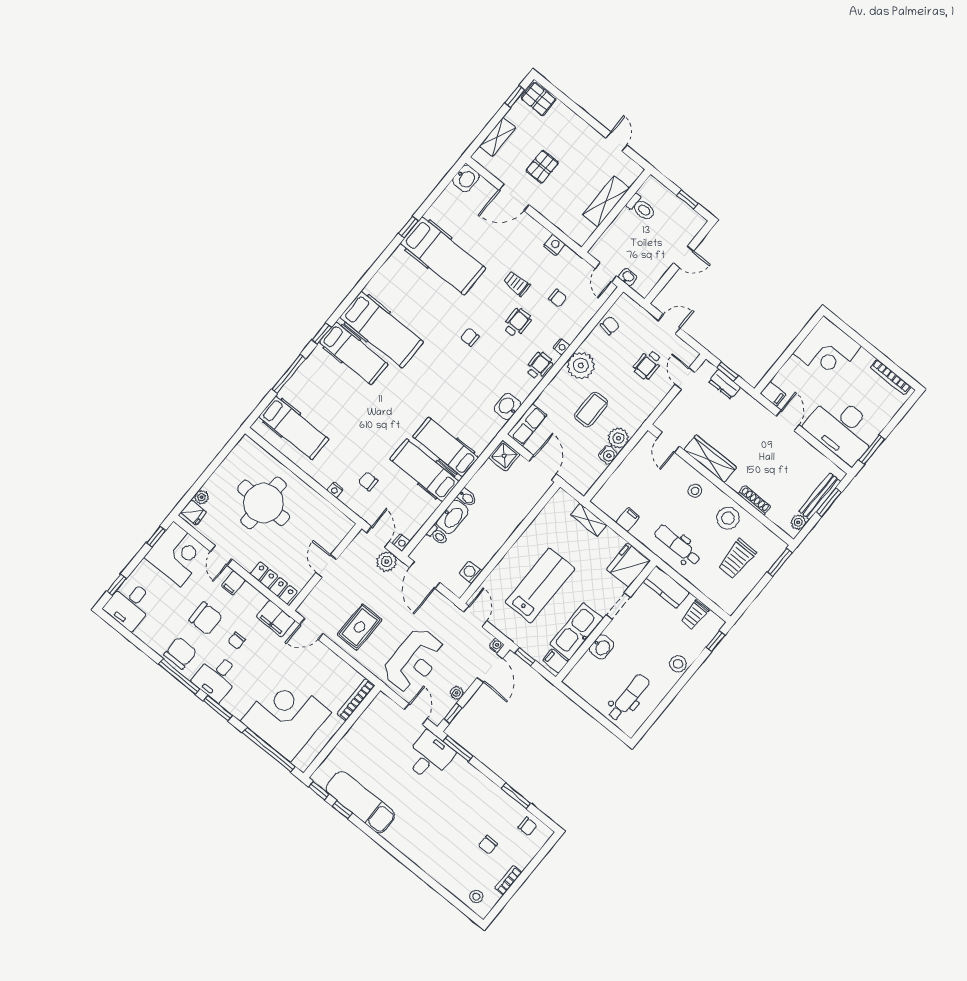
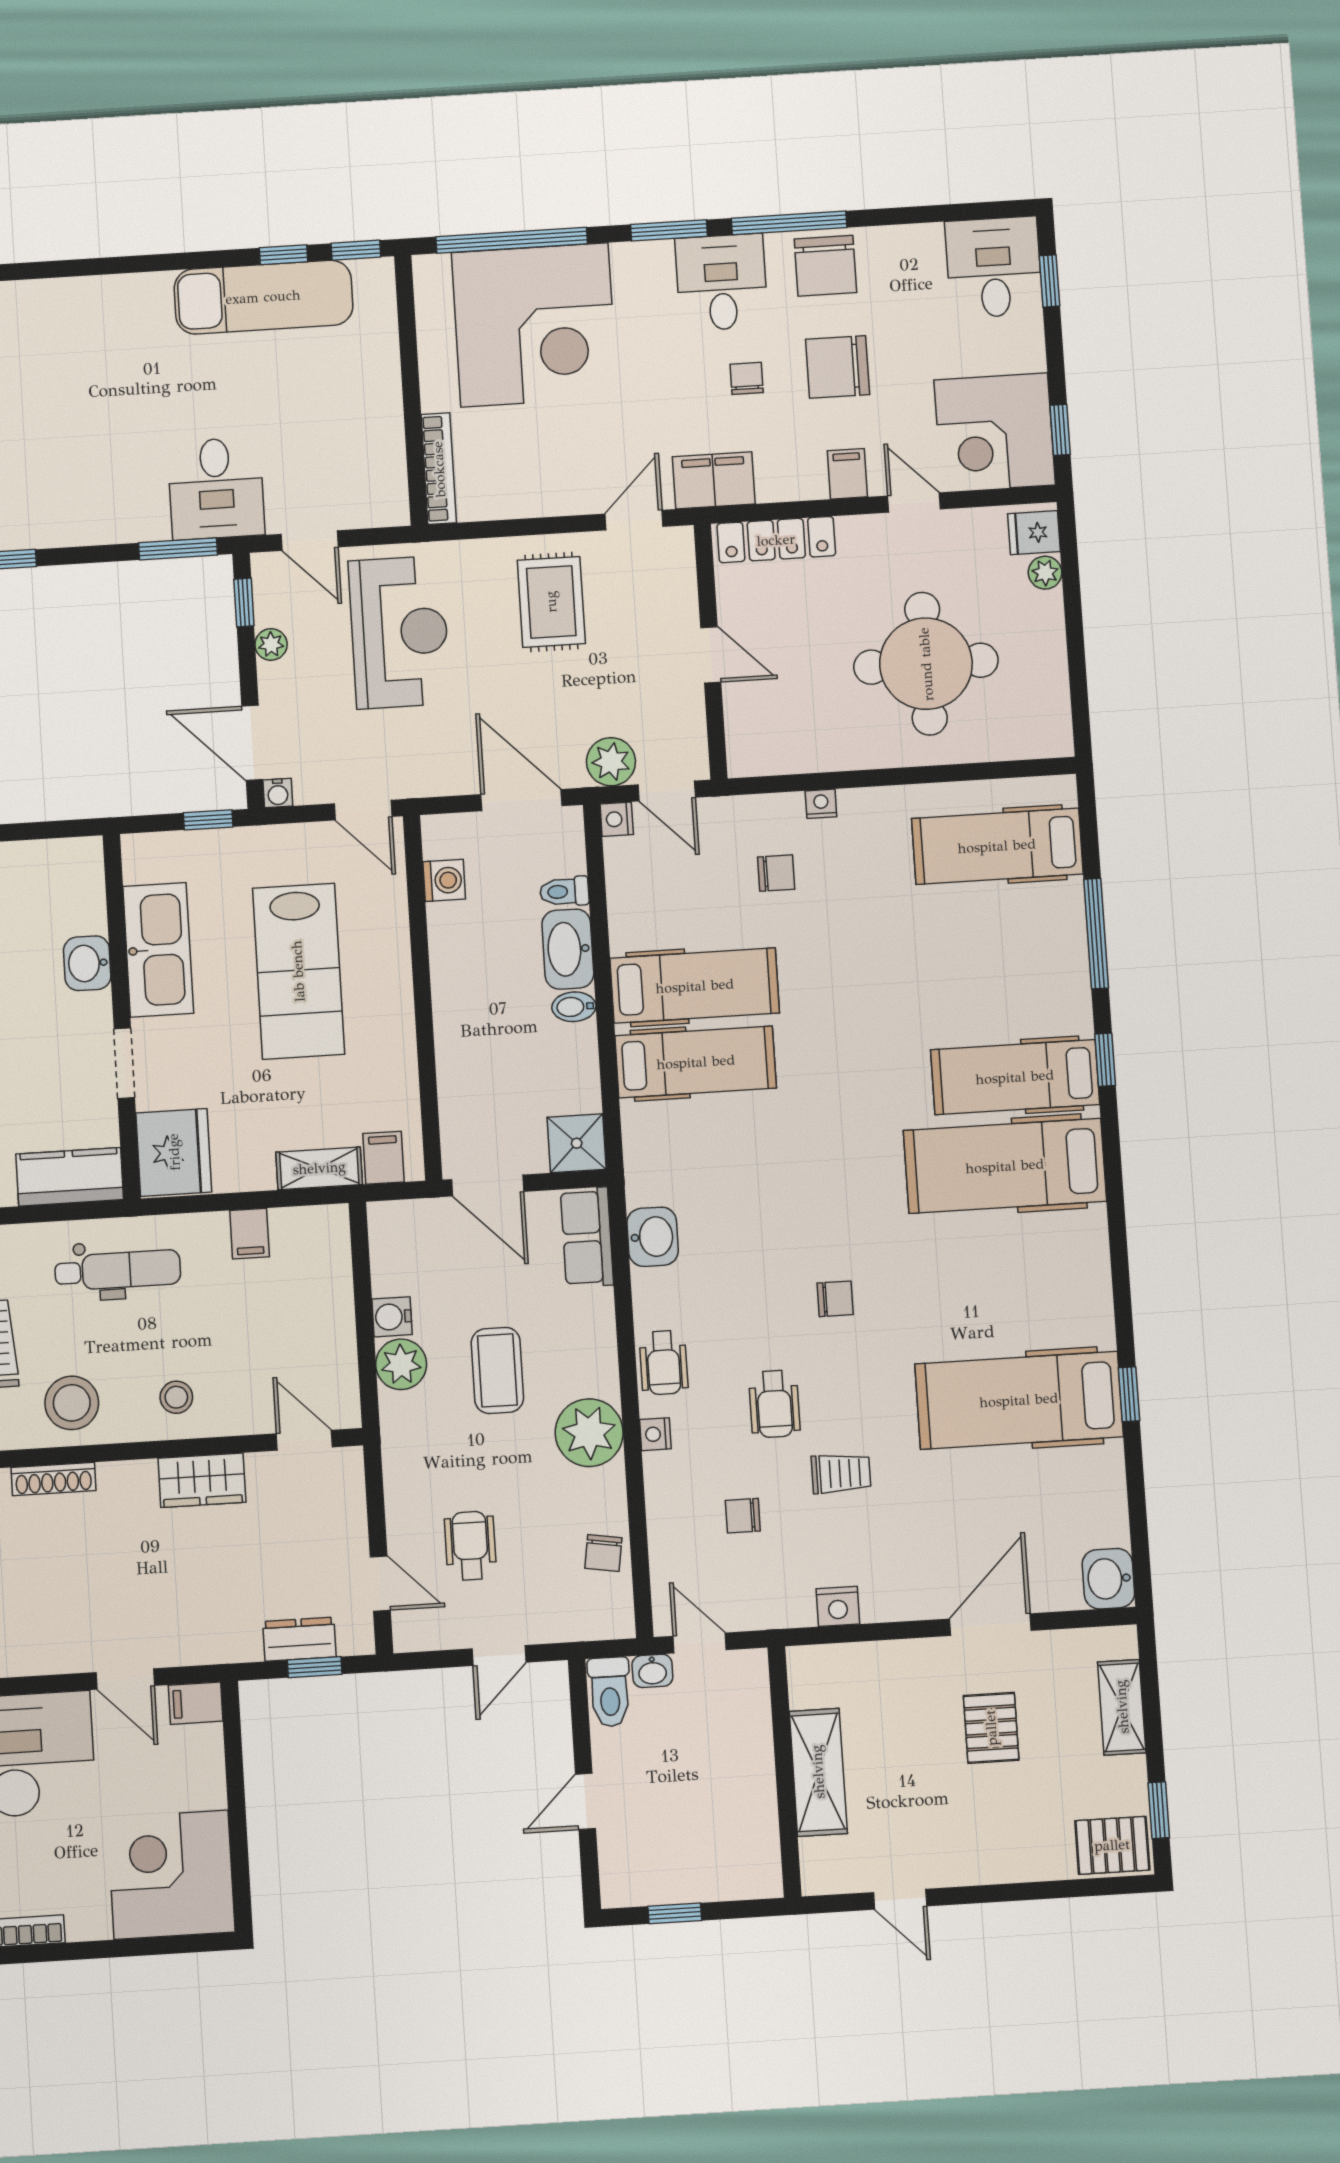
toilet: (641, 208) -> (610, 1692), moved, turned -90
wardrobe: (710, 459) -> (202, 1480), width x0.67
reception desk: (414, 661) -> (399, 632), turned 180
filing cabinet: (555, 661) -> (383, 1158), moved, turned -90

